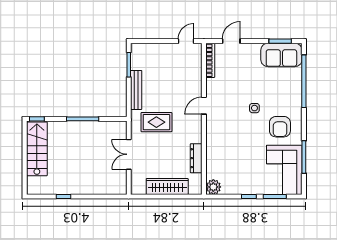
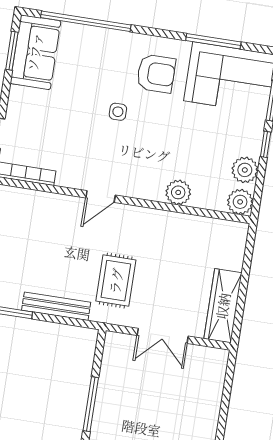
door: (204, 106) -> (101, 196), hinge flipped
plant: (213, 150) -> (178, 192), added
dresser: (196, 158) -> (187, 223), removed
wardrobe: (167, 186) -> (223, 306), moved
plant: (232, 187) -> (245, 170), added

